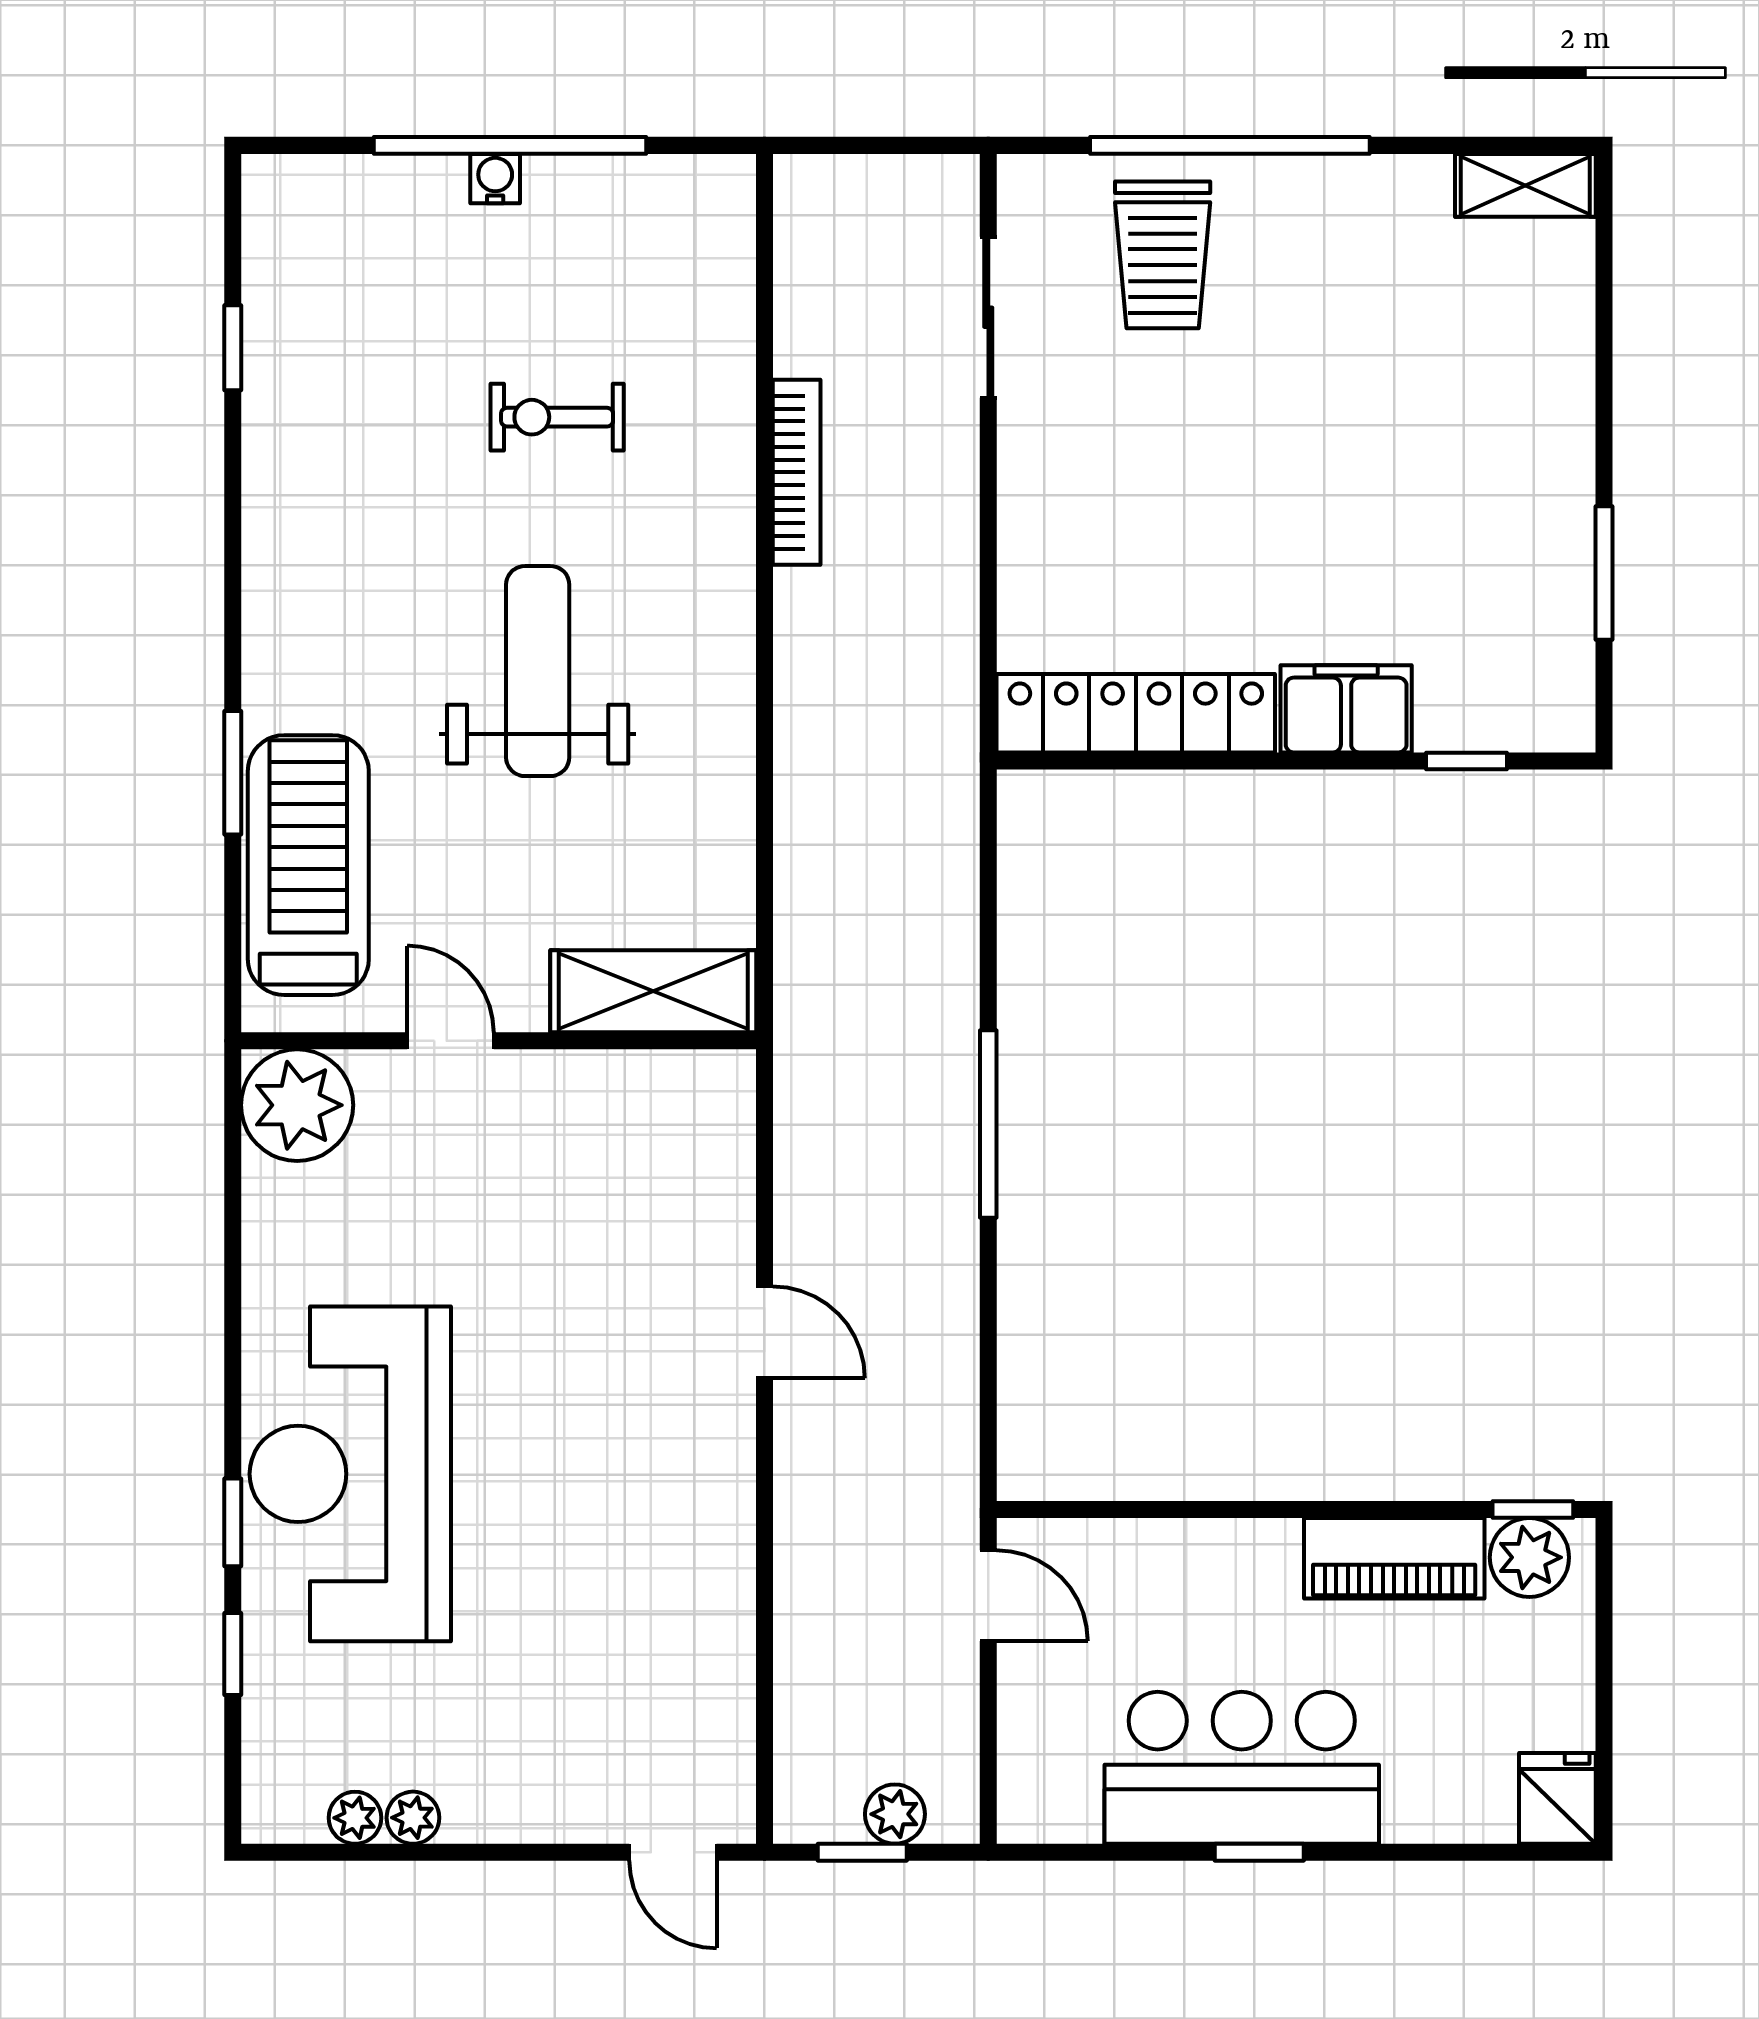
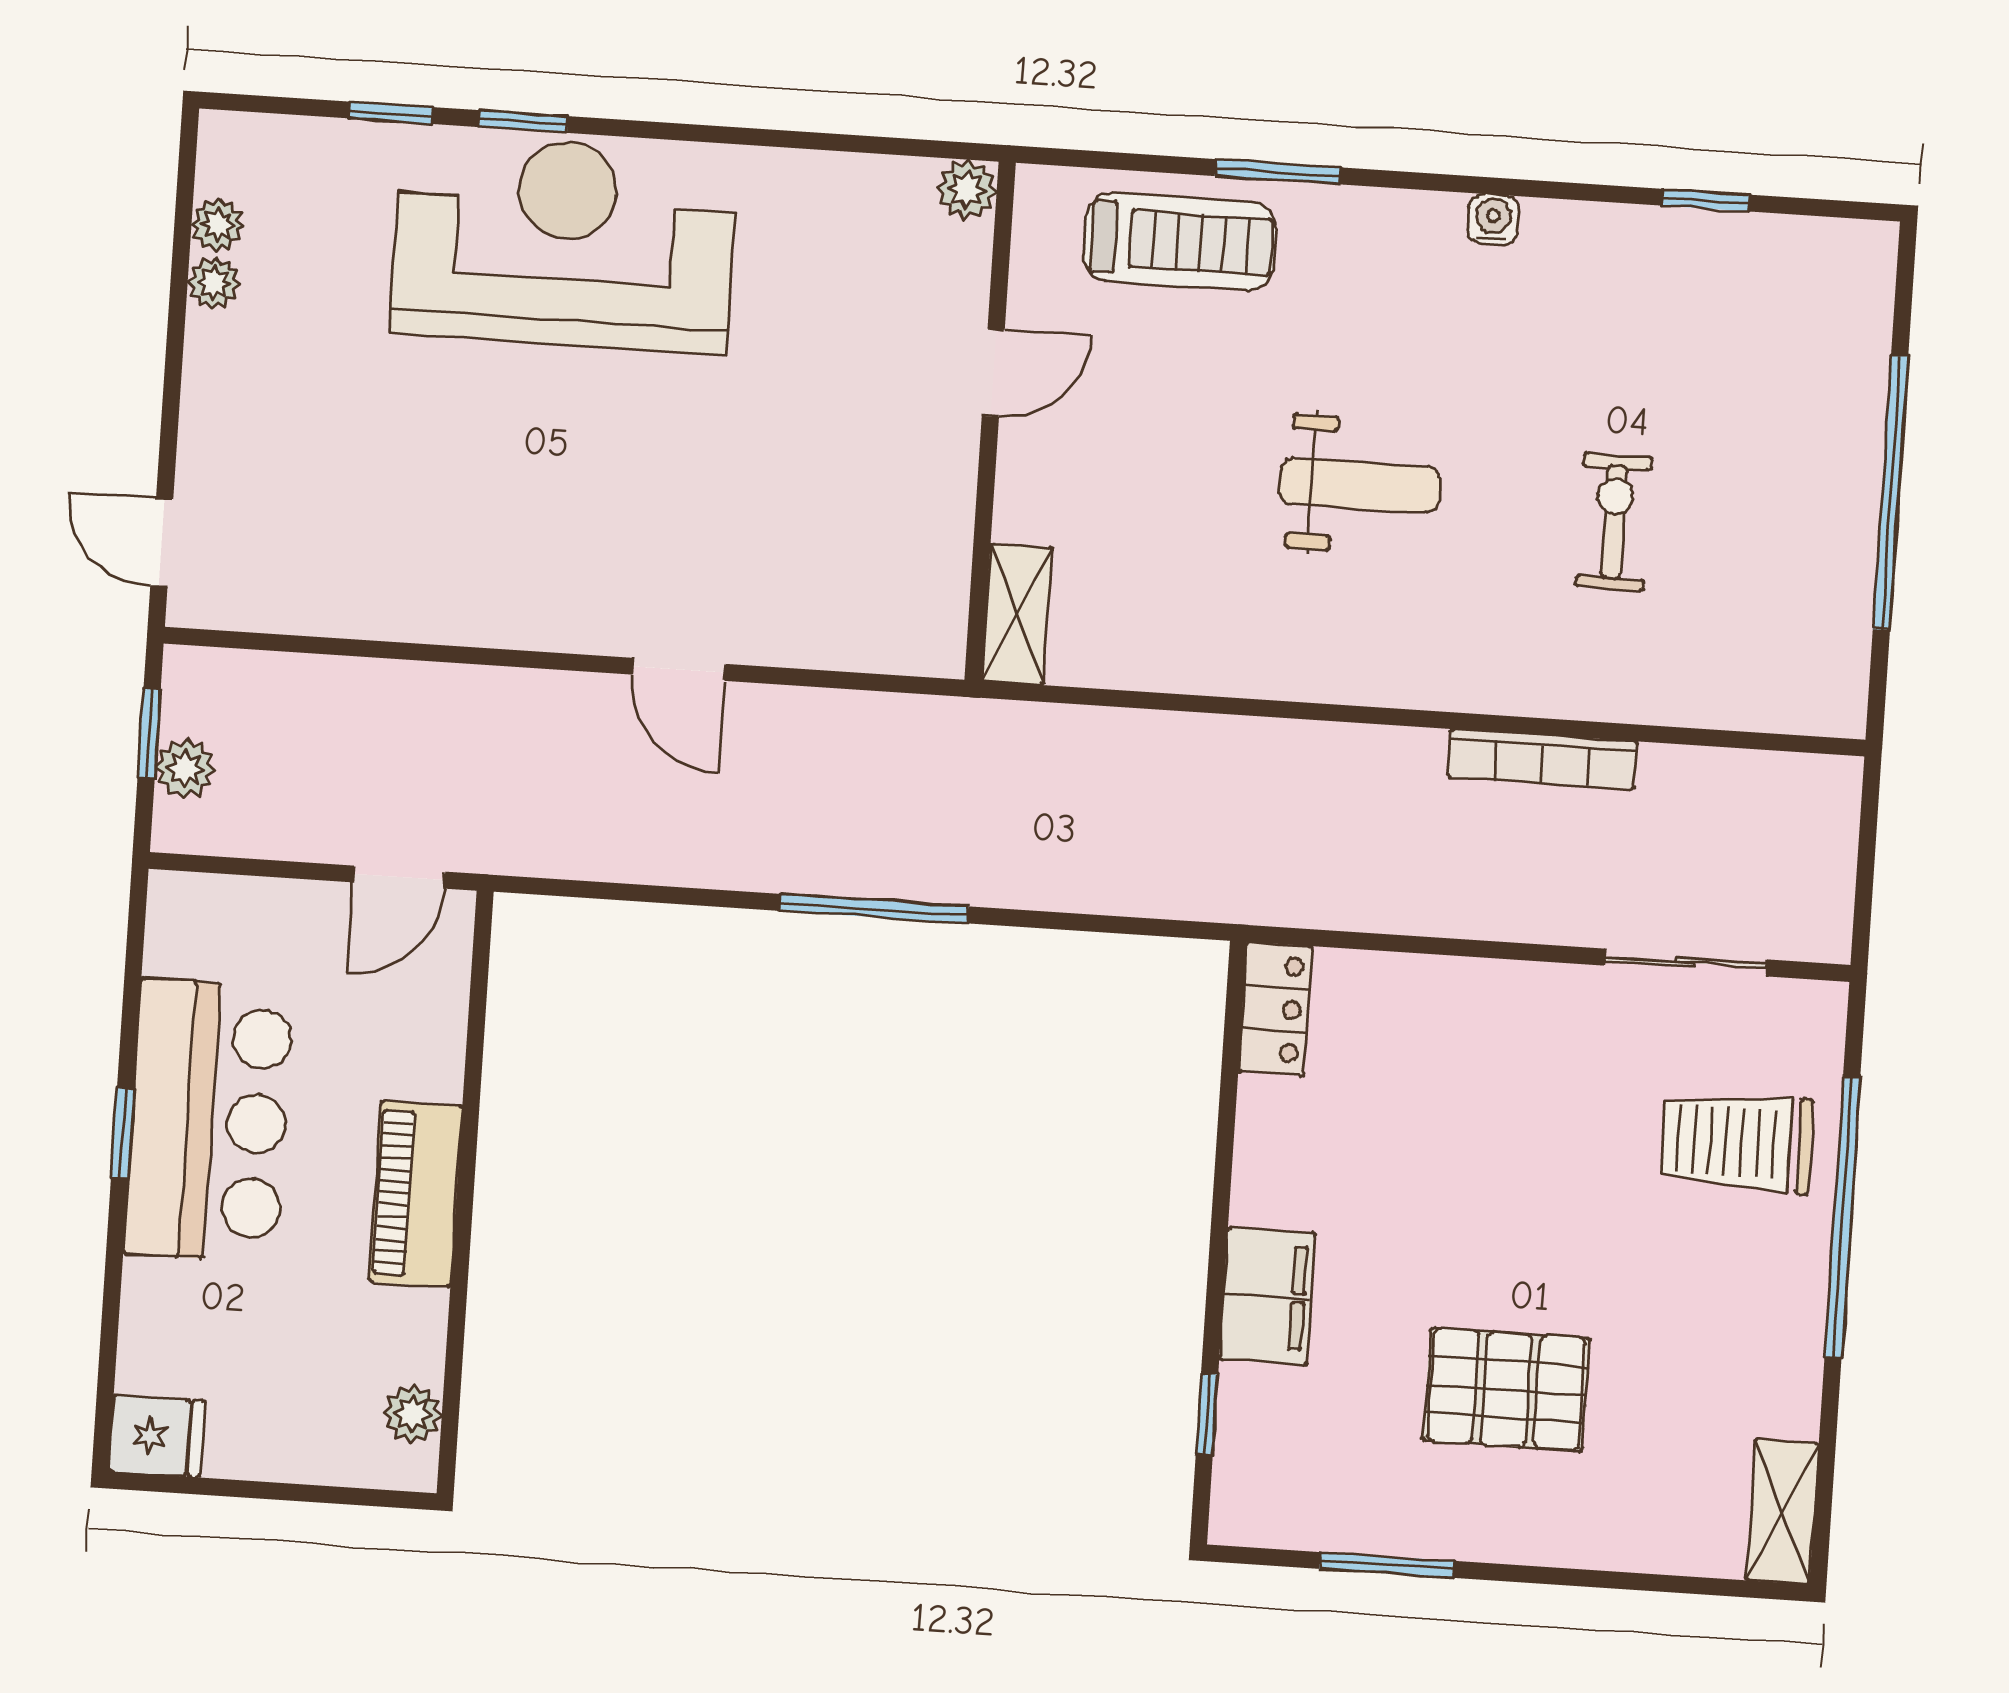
water cooler: (495, 179) -> (1493, 220), moved, turned -90
pallet: (1422, 466) -> (1506, 1389), added
weight bench: (538, 671) -> (1360, 485), width x0.73, depth x0.75
locker: (1136, 713) -> (1275, 1009), width x0.46, depth x0.83
treadmill: (308, 865) -> (1180, 242), width x0.73, depth x0.73
shelving: (653, 991) -> (1017, 614), width x0.67, depth x0.75
plant: (297, 1105) -> (967, 190), width x0.53, depth x0.53
door: (764, 1332) -> (679, 669), hinge flipped
window: (1533, 1510) -> (449, 1431), removed
plant: (1529, 1557) -> (413, 1414), width x0.73, depth x0.73
piano: (1394, 1558) -> (416, 1194), moved
door: (673, 1852) -> (162, 543), hinge flipped

